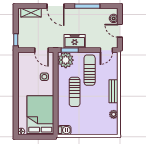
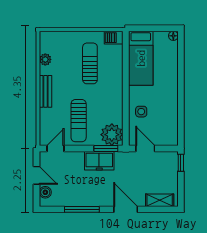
sun lounger: (75, 92) -> (90, 63), moved
bed: (40, 115) -> (141, 58), width x0.67

